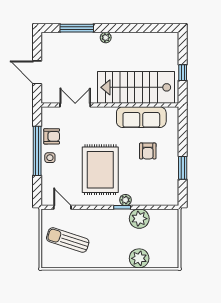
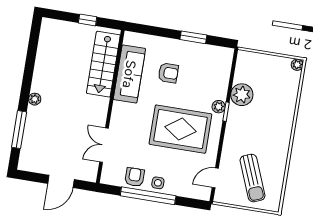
stairs: (136, 87) -> (103, 64), width x0.73, depth x0.66
sun lounger: (68, 240) -> (252, 178), turned -40
plant: (139, 258) -> (297, 65), moved, width x0.53, depth x0.53

